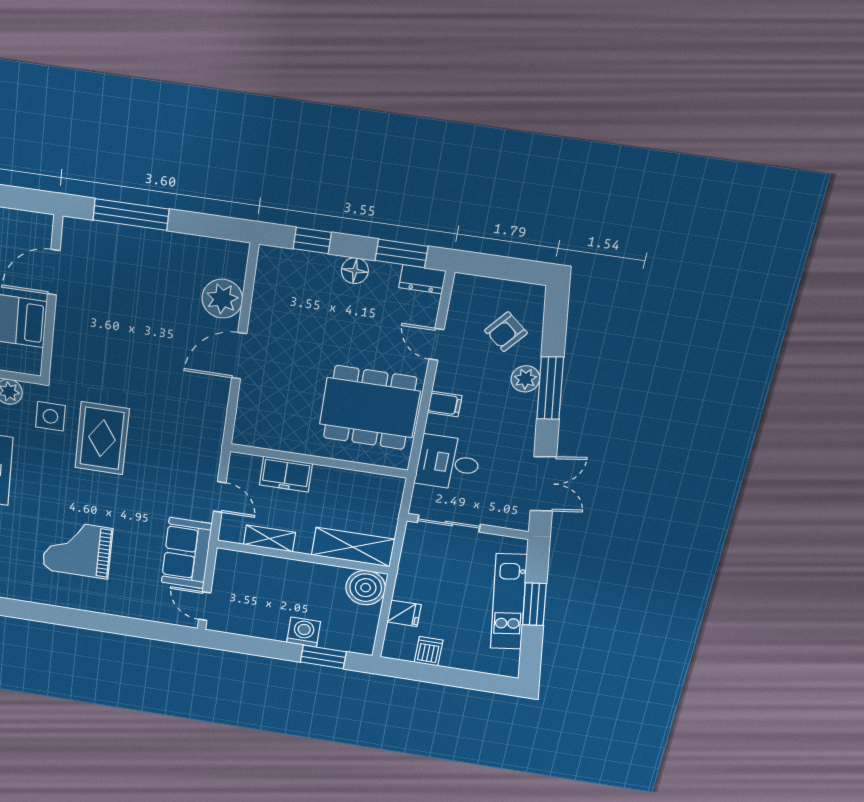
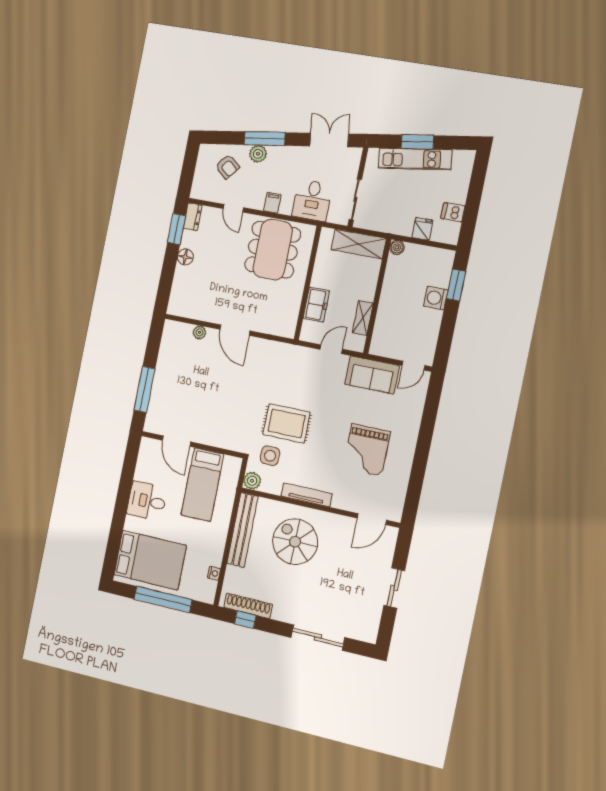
window: (312, 241) -> (166, 282), removed
plant: (222, 299) -> (199, 332), width x0.53, depth x0.53
door: (436, 344) -> (233, 208), hinge flipped
shelving: (353, 547) -> (359, 244), moved, turned 90
boiler: (366, 588) -> (397, 247), width x0.54, depth x0.54

